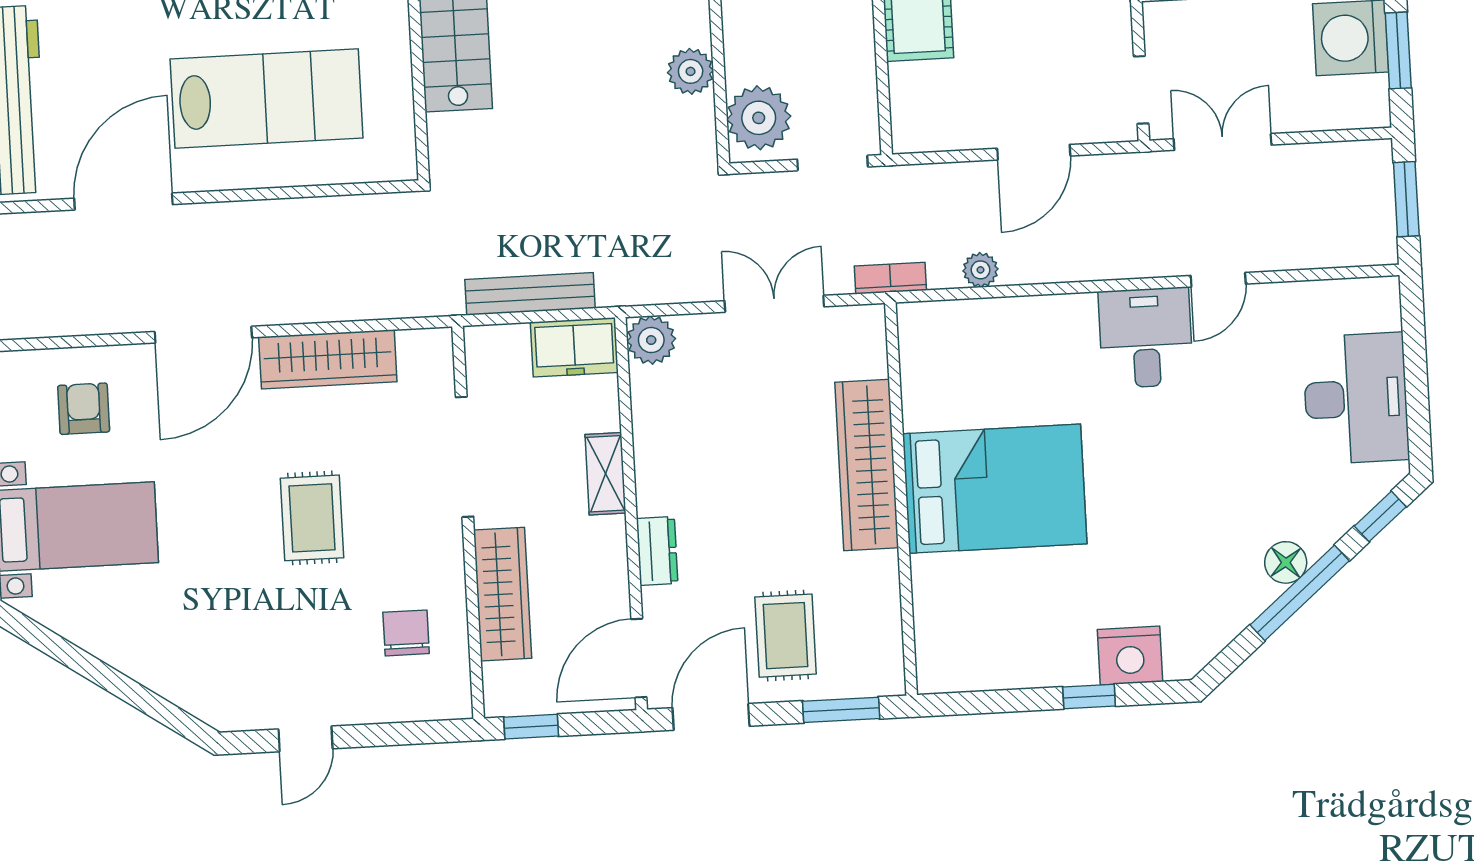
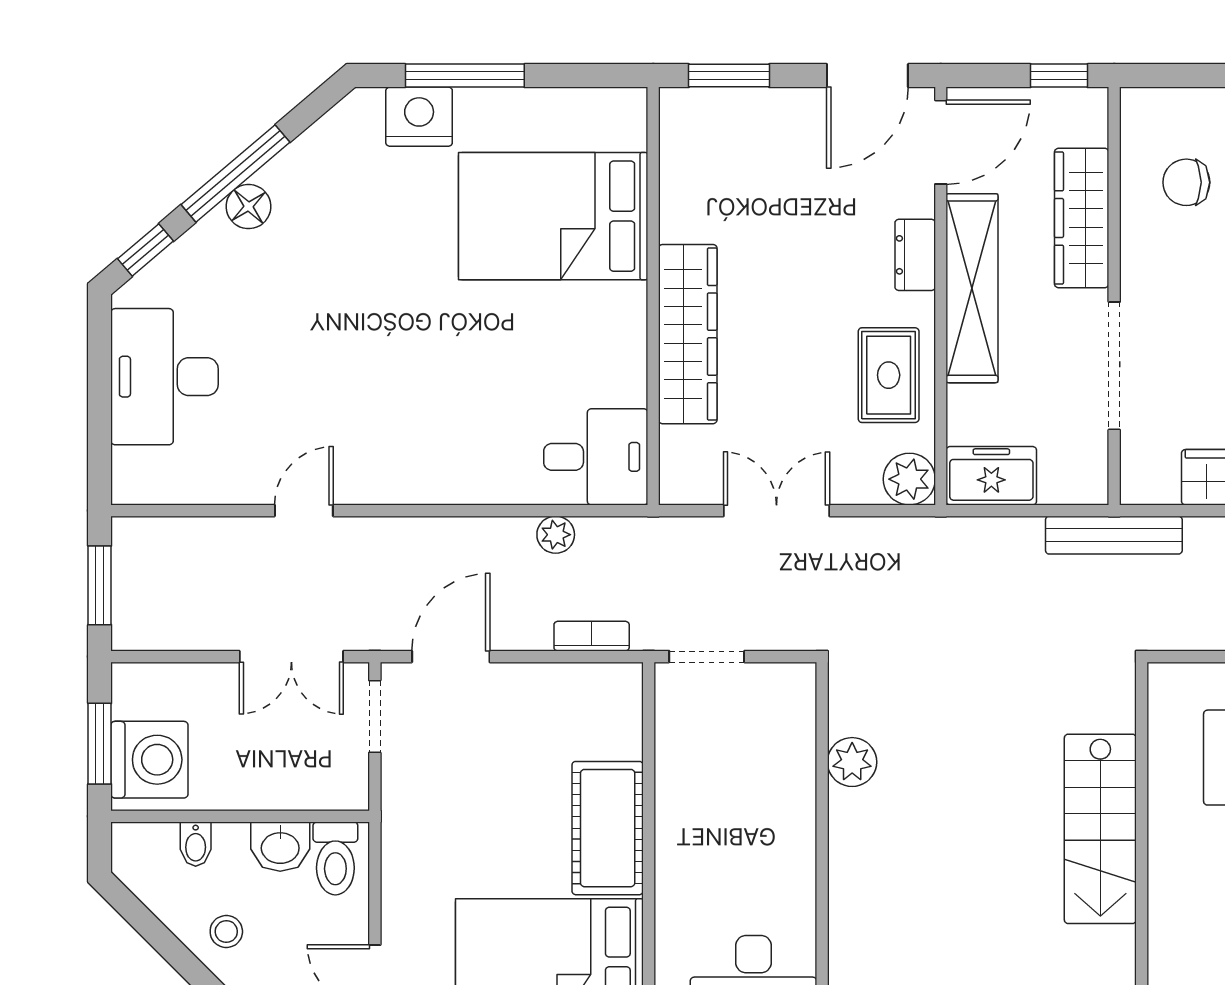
plant: (759, 118) -> (782, 709), removed
door: (1034, 152) -> (451, 657), moved
bookcase: (890, 278) -> (592, 636), moved, turned 180
bench: (530, 294) -> (1114, 535), moved
double door: (774, 304) -> (777, 511), swing flipped
desk: (1146, 338) -> (596, 457), moved, turned -90
shelving: (605, 474) -> (972, 288), width x2.20, depth x1.33
bed: (995, 489) -> (553, 216), moved
chair: (406, 633) -> (1186, 182), turned 90
rug: (786, 636) -> (889, 375), moved
window: (1089, 696) -> (465, 76), width x2.17

